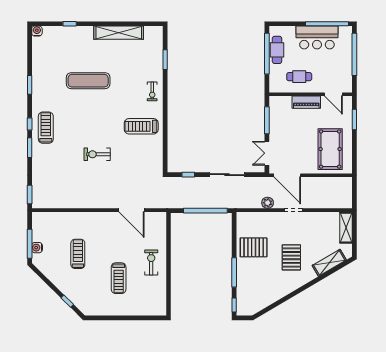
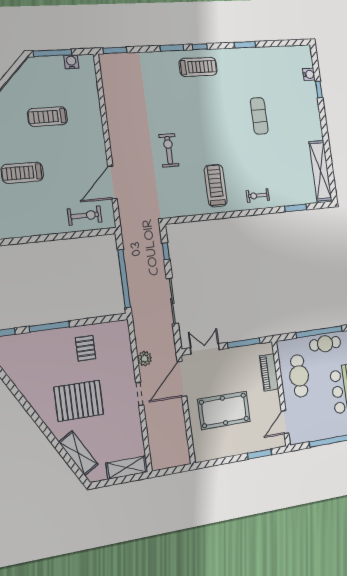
water cooler: (37, 31) -> (309, 74), moved
shelving: (119, 33) -> (320, 171), moved
cafe table: (299, 77) -> (299, 376), width x1.37, depth x1.35
exercise mat: (88, 81) -> (259, 116), width x0.73, depth x0.69
piano: (306, 102) -> (269, 372), moved
pool table: (330, 149) -> (224, 410), moved
exercise bike: (97, 154) -> (169, 150), moved
pallet: (254, 247) -> (86, 348), width x0.67, depth x0.71
water cooler: (37, 248) -> (71, 62), moved
treadmill: (78, 254) -> (48, 117), turned 180
pallet: (291, 257) -> (79, 401), width x1.37, depth x1.41
exercise bike: (151, 263) -> (85, 216), moved

